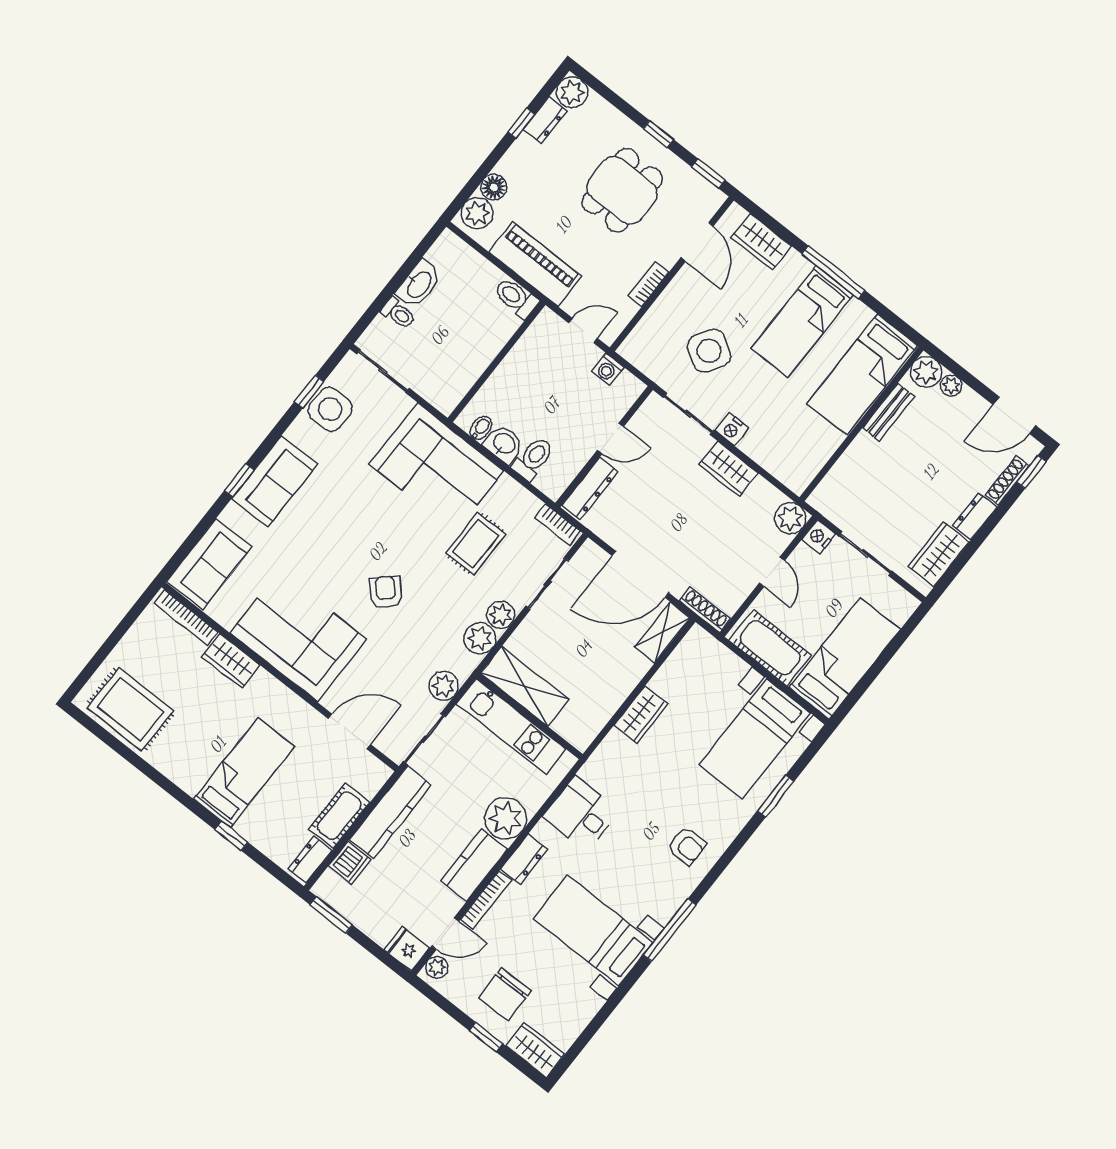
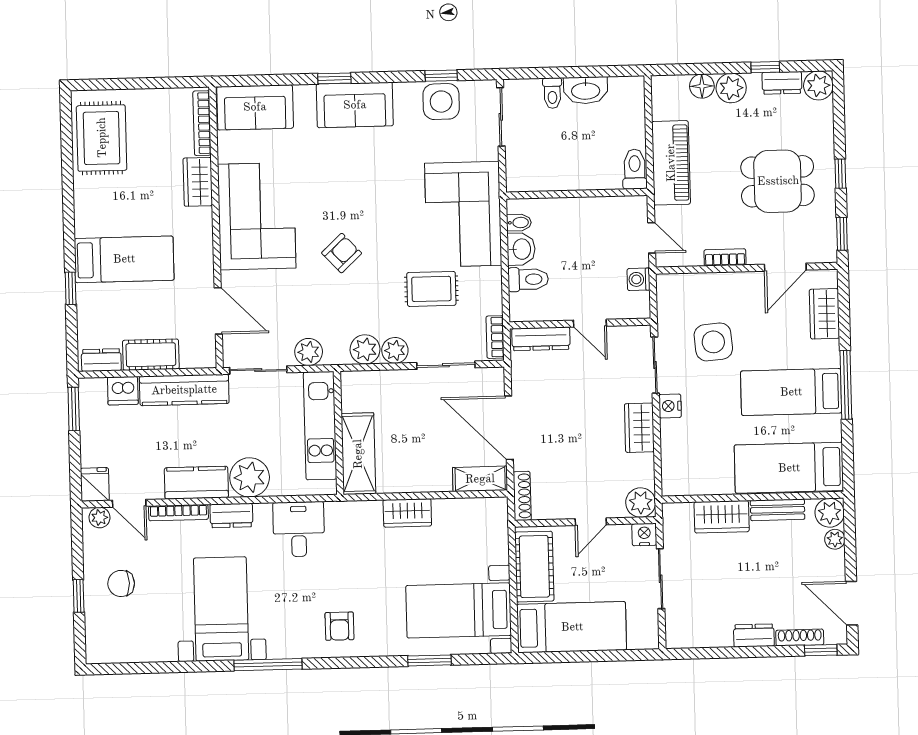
plant: (477, 213) -> (731, 88), moved
side table: (709, 351) -> (713, 342), turned -37
wardrobe: (939, 554) -> (722, 517), moved, turned 180
shelving: (525, 686) -> (358, 454), moved
chair: (505, 994) -> (121, 583), width x0.73, depth x0.73
wardrobe: (535, 1050) -> (99, 639), removed

